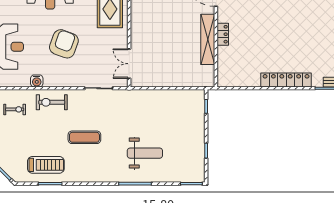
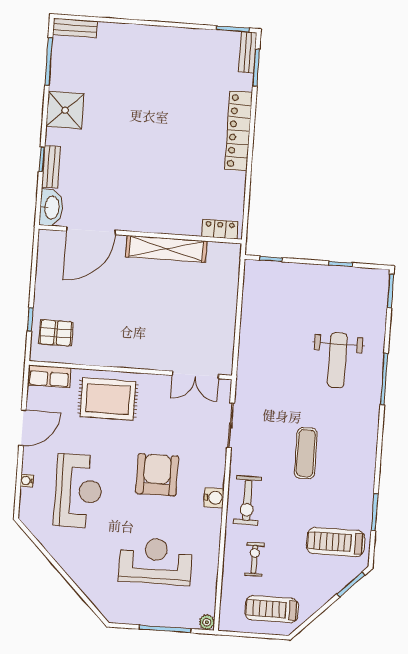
locker: (223, 34) -> (220, 229), moved
armchair: (64, 44) -> (157, 475), turned 70
water cooler: (37, 81) -> (214, 498), moved
weight bench: (145, 153) -> (337, 360), turned 180
treadmill: (46, 165) -> (336, 542), moved, turned -90

